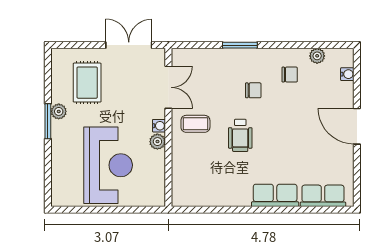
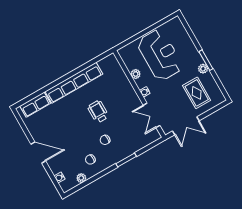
coffee table: (195, 124) -> (126, 104), removed
plant: (157, 142) -> (136, 74), moved
reception desk: (108, 165) -> (160, 55), turned 180
row of seats: (275, 195) -> (74, 83), width x2.02

